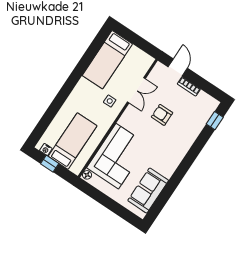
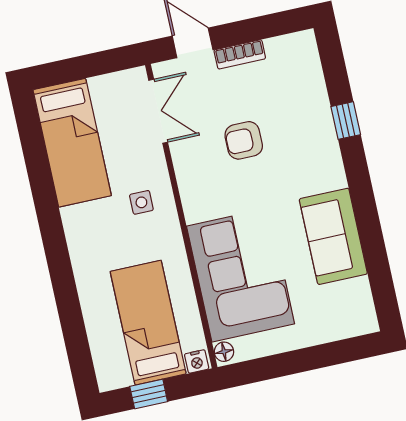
double door: (136, 90) -> (158, 111), moved
window: (215, 121) -> (346, 121), moved
nightstand: (46, 149) -> (197, 361), moved
sofa: (148, 191) -> (333, 236), moved

